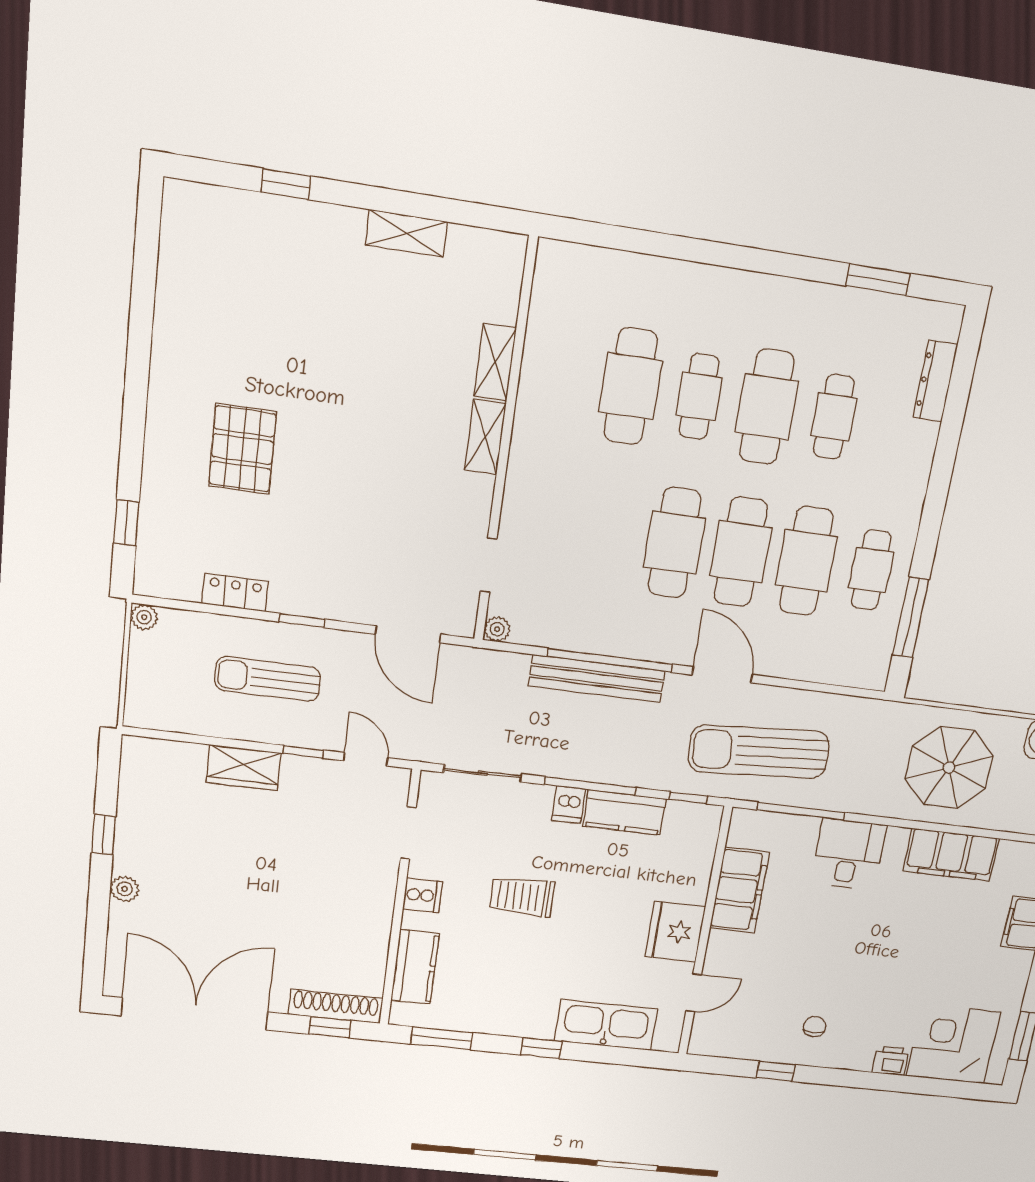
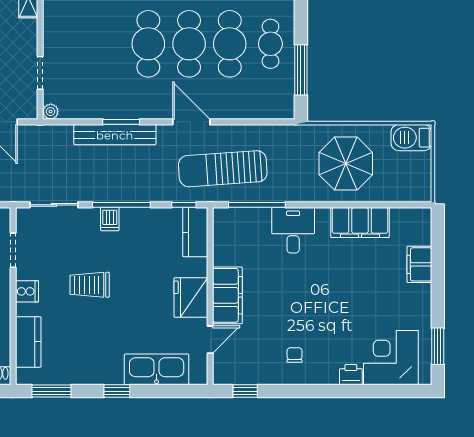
window: (610, 660) -> (121, 122), width x0.47
kitchen counter: (624, 812) -> (195, 232), moved, turned 90
filing cabinet: (740, 890) -> (227, 295), moved
window: (776, 1071) -> (245, 391), moved

